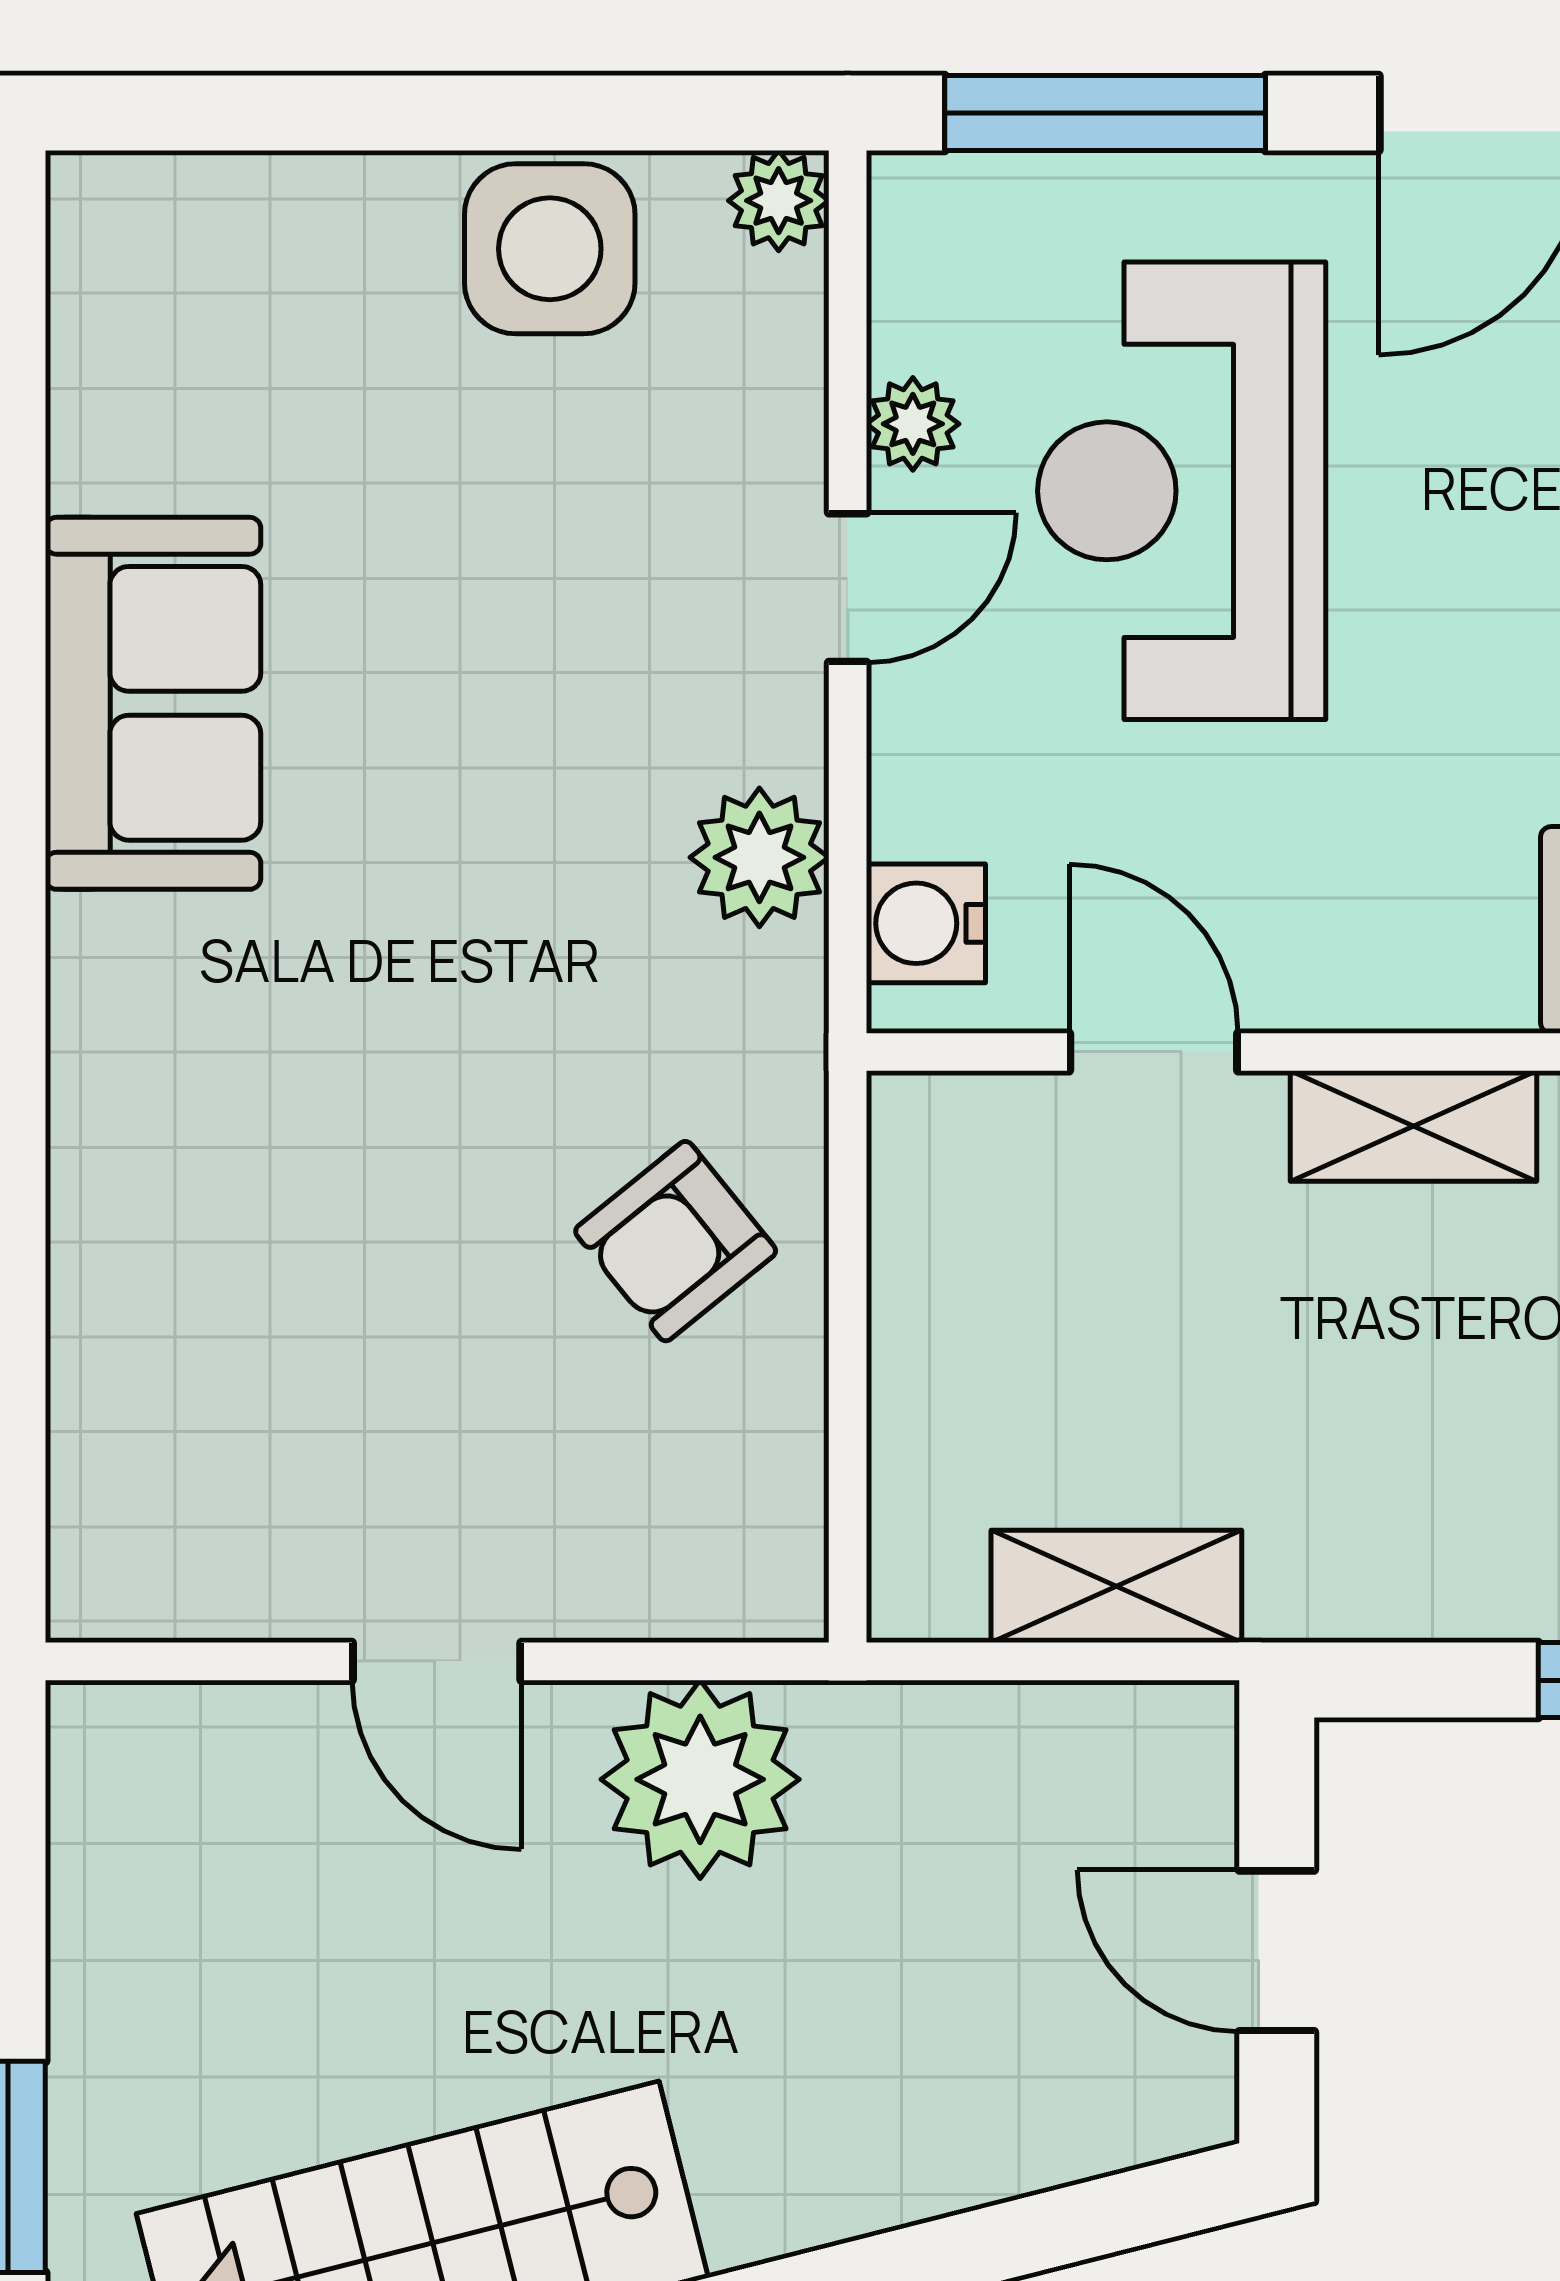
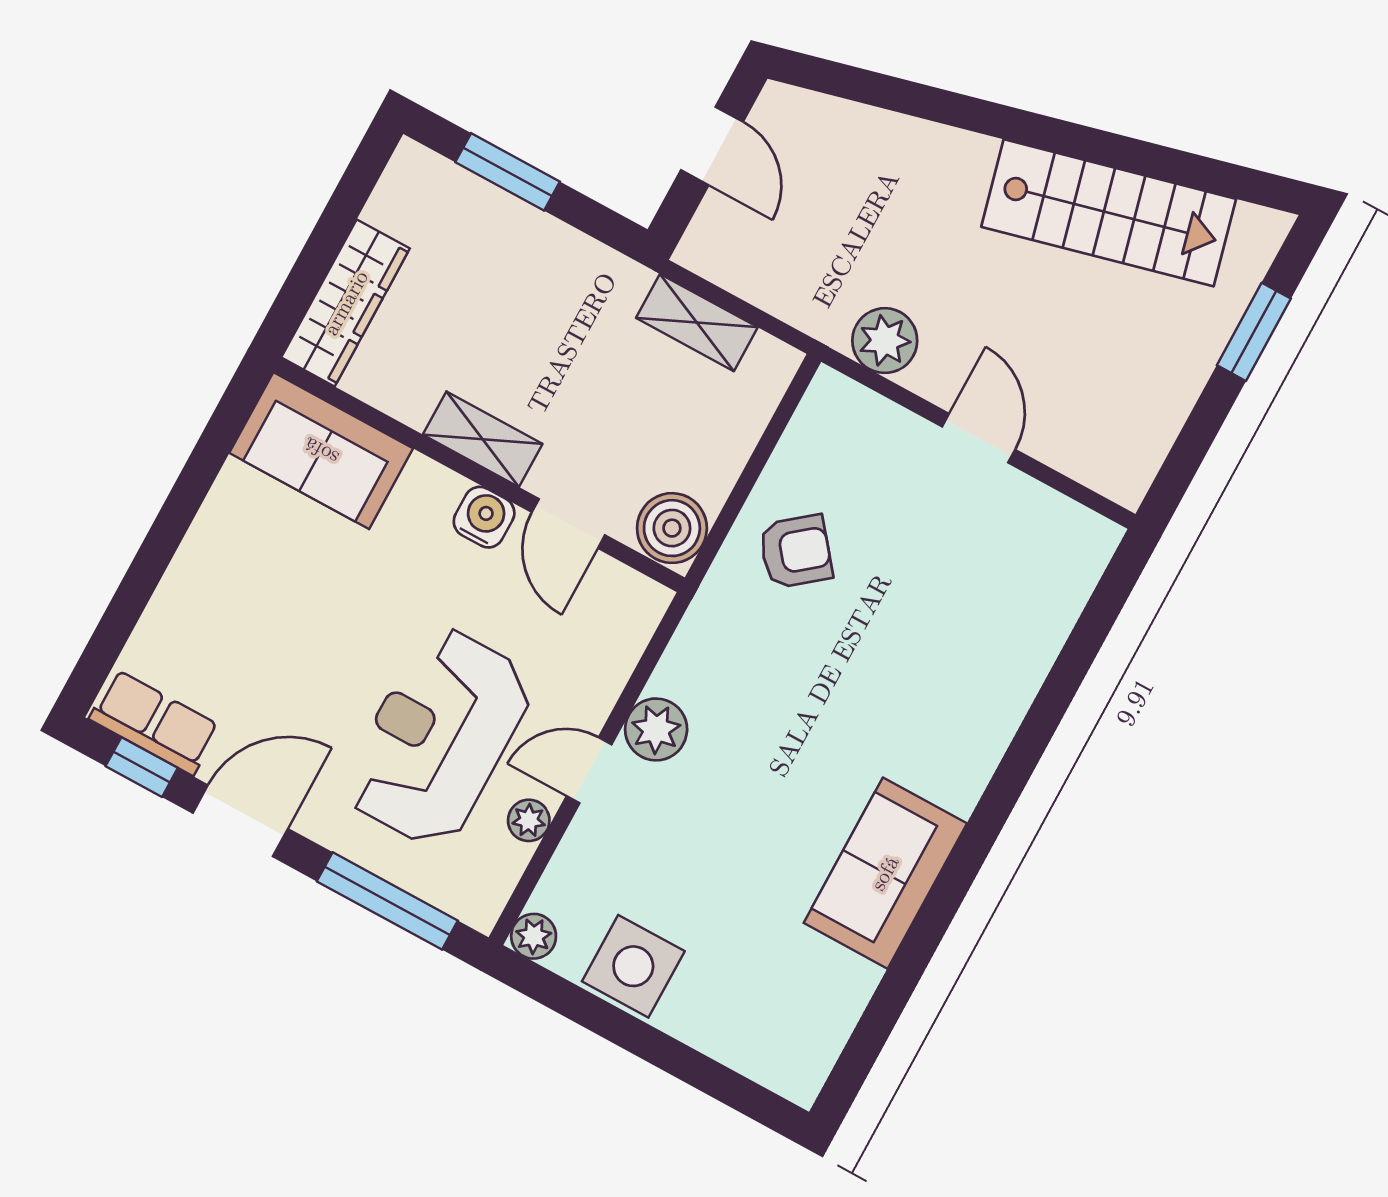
reception desk: (1182, 491) -> (438, 737), turned 180
plant: (759, 857) -> (656, 729), moved
water cooler: (926, 923) -> (484, 517), moved, turned -90
boiler: (945, 1154) -> (672, 528), added
plant: (700, 1779) -> (885, 341), width x0.73, depth x0.73

